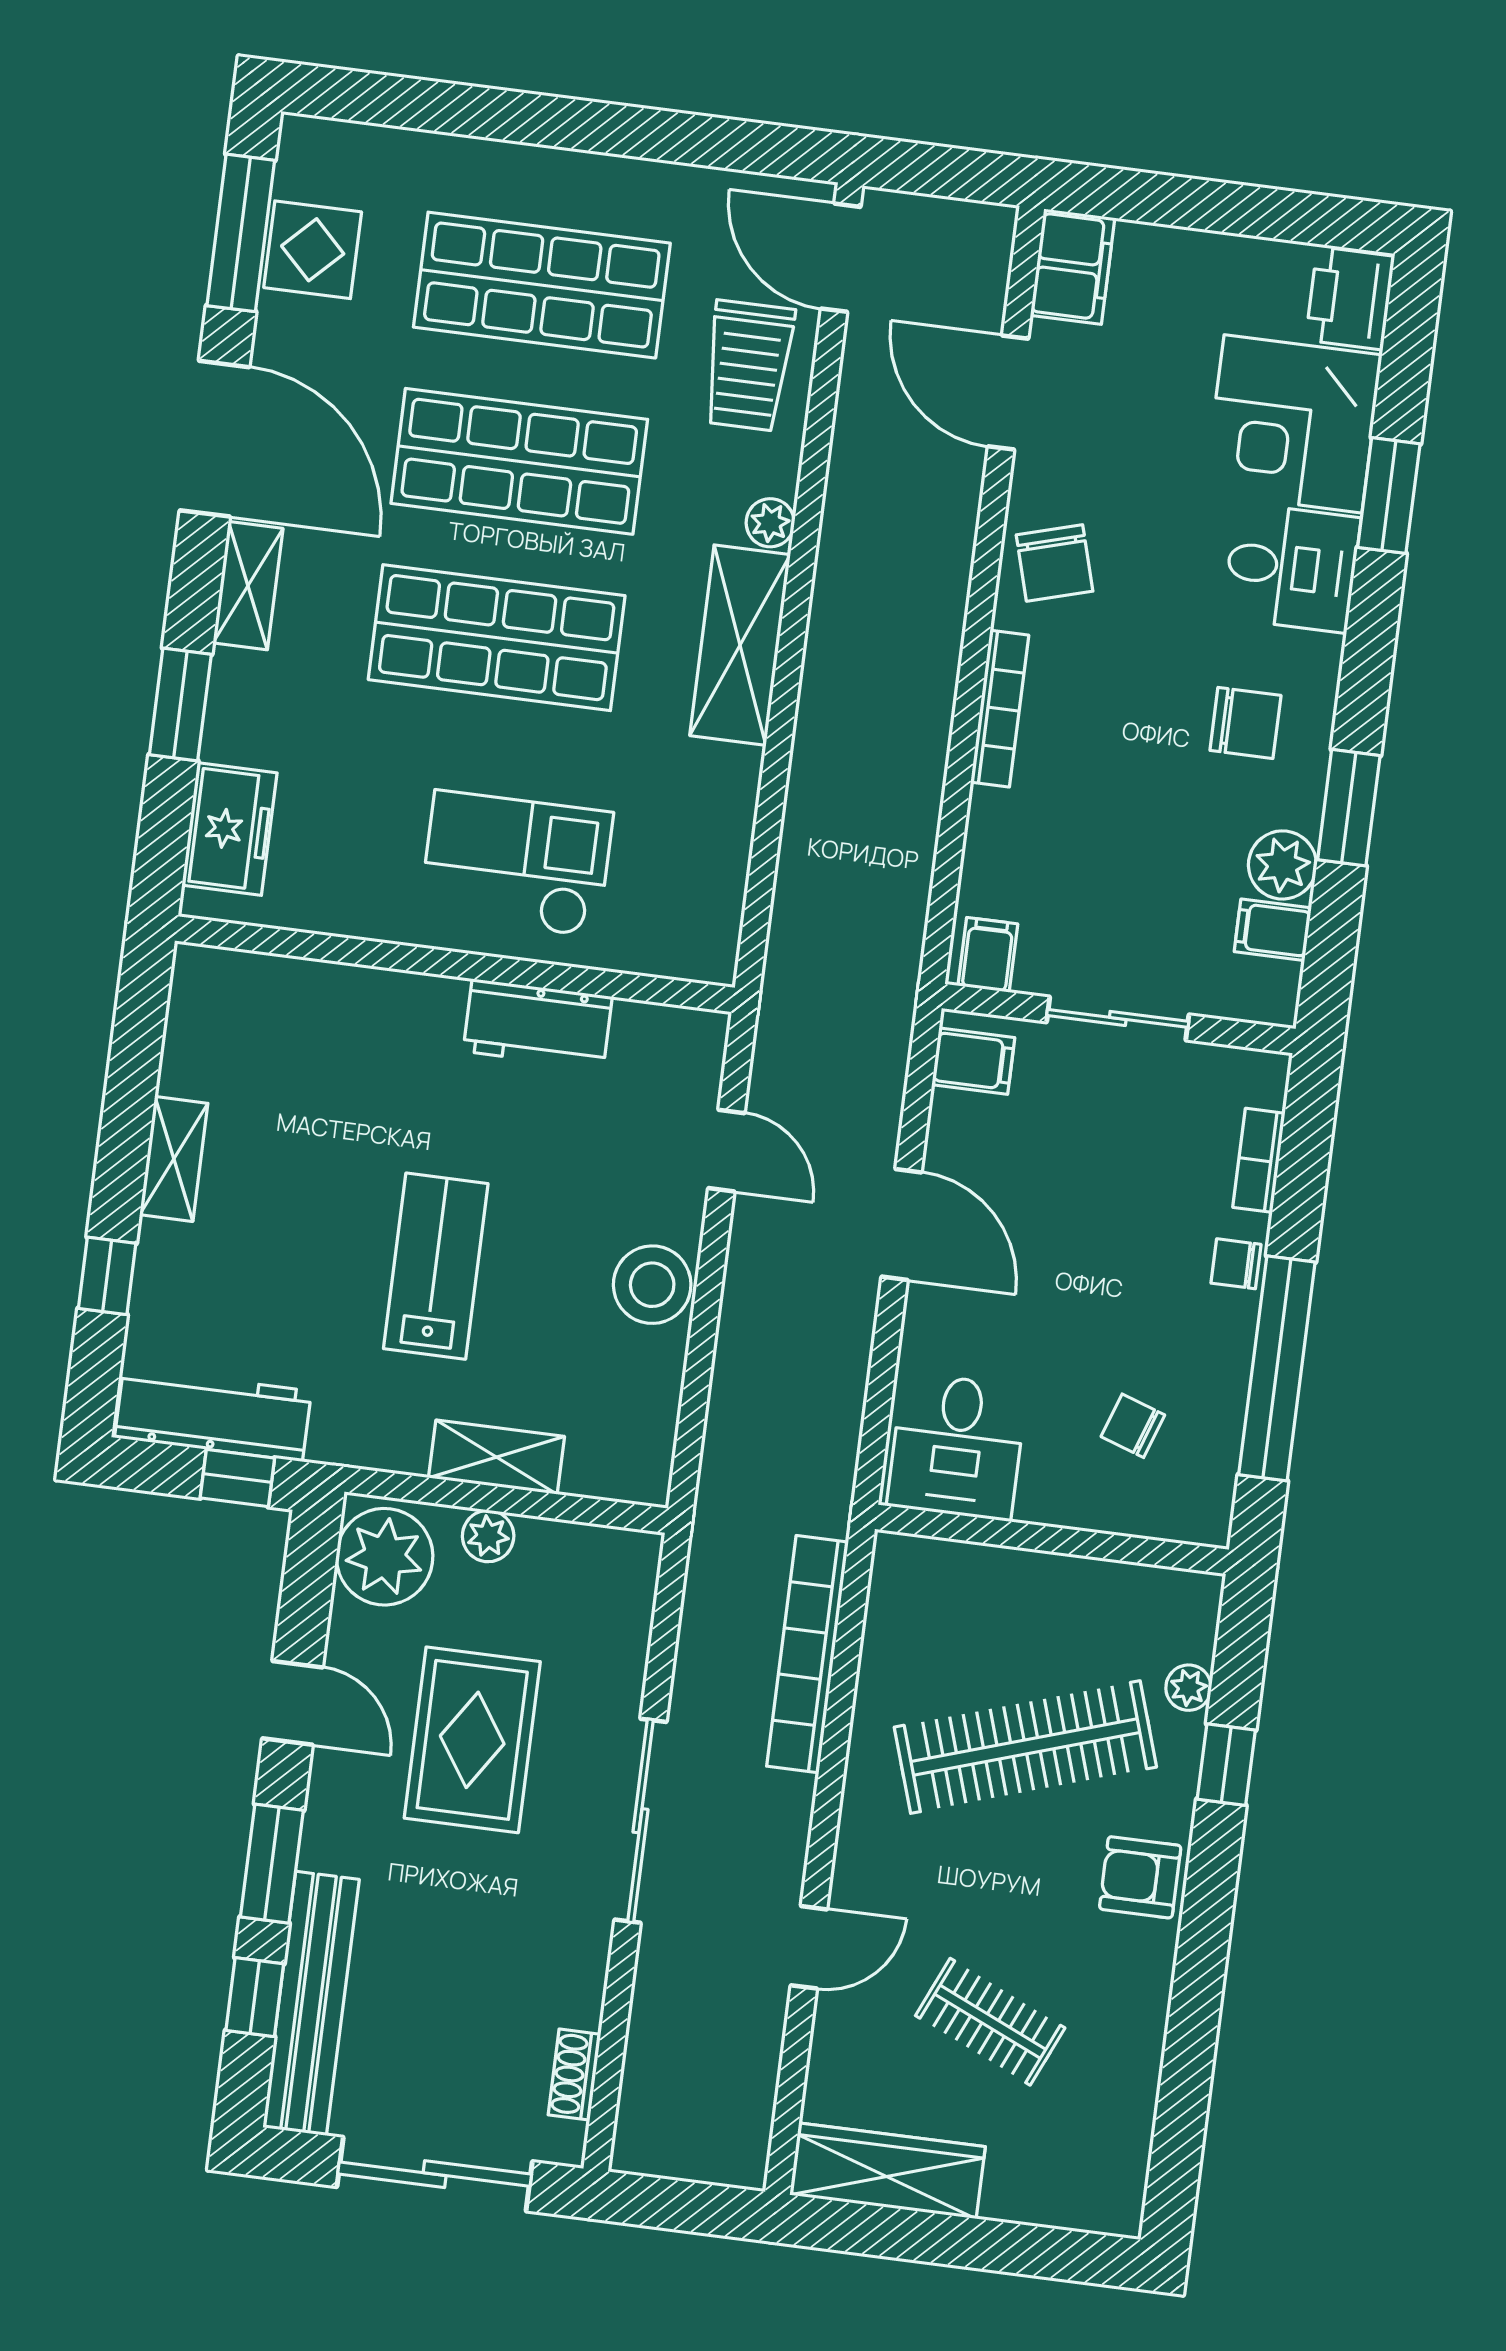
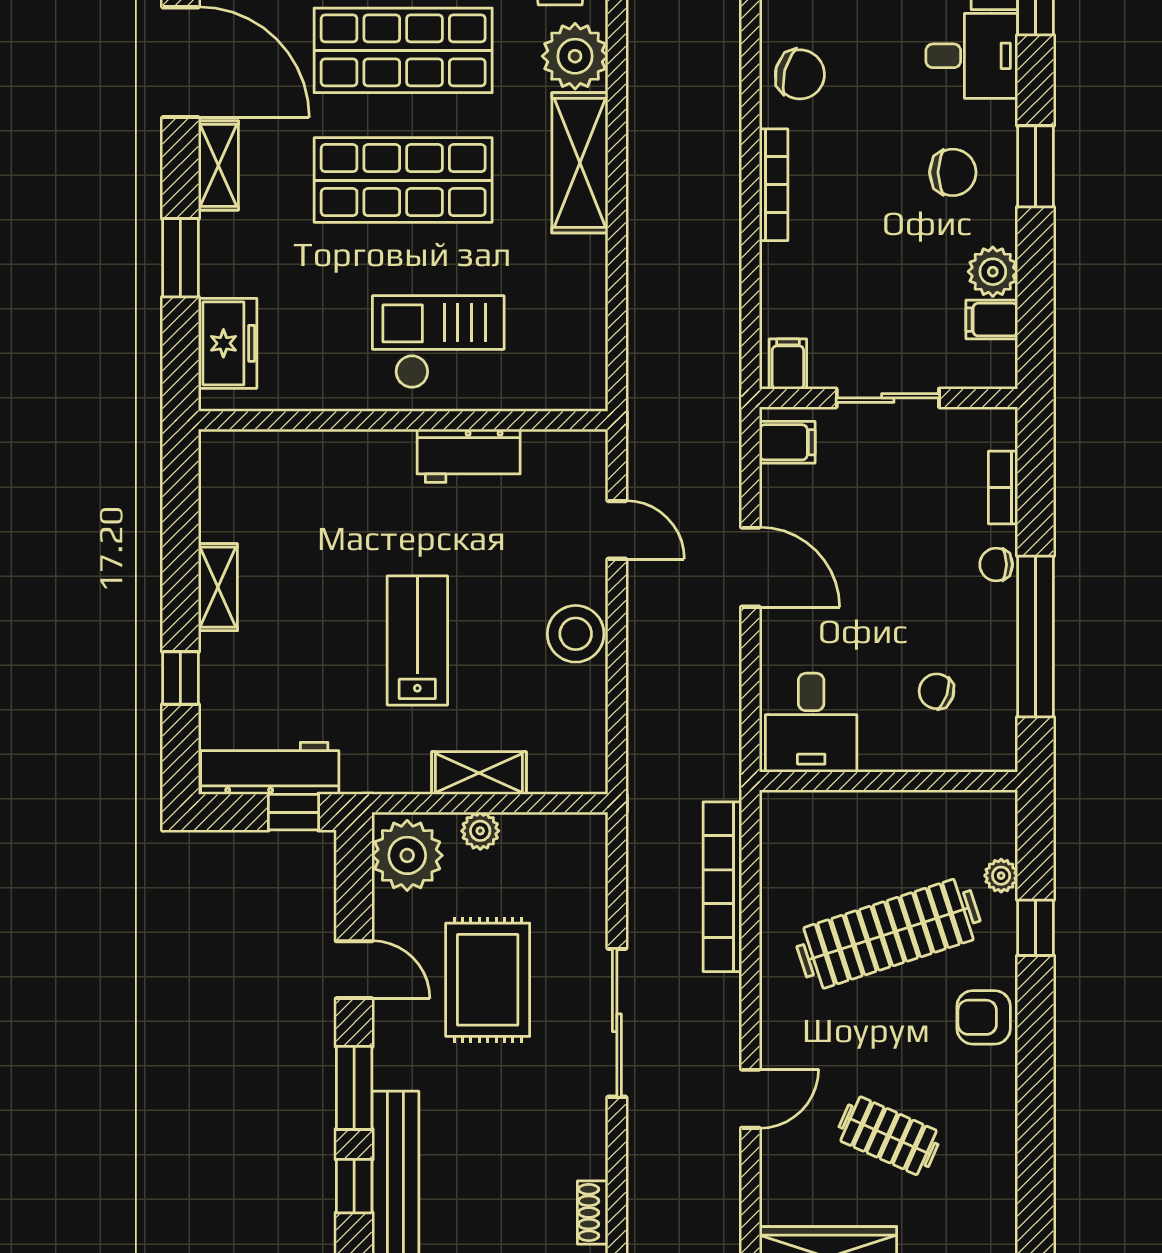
plant: (770, 523) -> (575, 56), width x1.88, depth x1.88
chair: (1055, 563) -> (800, 74), turned -59
window: (1349, 808) -> (1035, 166), moved

